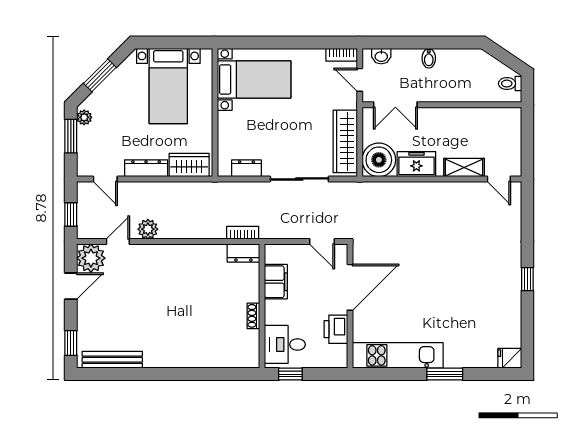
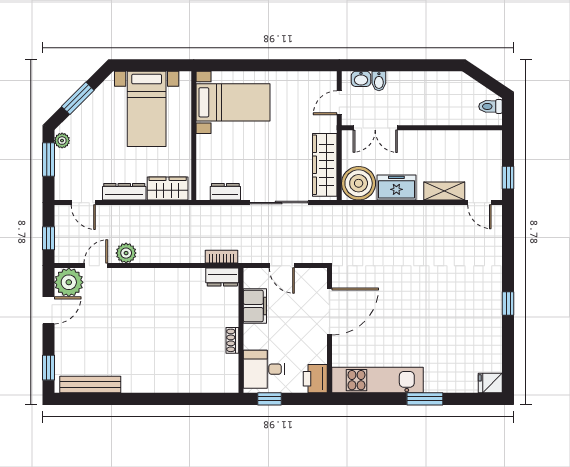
bookcase: (342, 55) -> (321, 77), removed
bidet: (429, 58) -> (379, 81), moved
door: (360, 80) -> (339, 103), hinge flipped
window: (527, 154) -> (508, 178), added
door: (322, 242) -> (282, 266), moved
printer: (336, 329) -> (315, 379), moved

